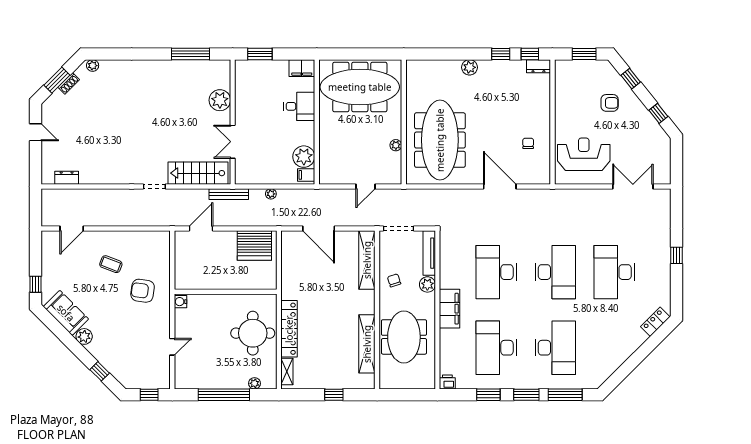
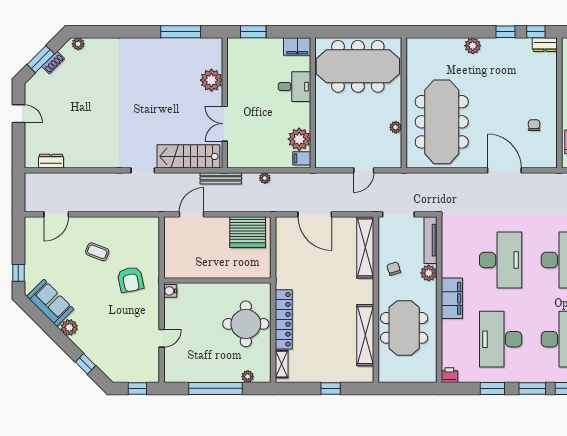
desk: (496, 272) -> (501, 260), turned 180
armchair: (143, 291) -> (130, 280), turned -110

